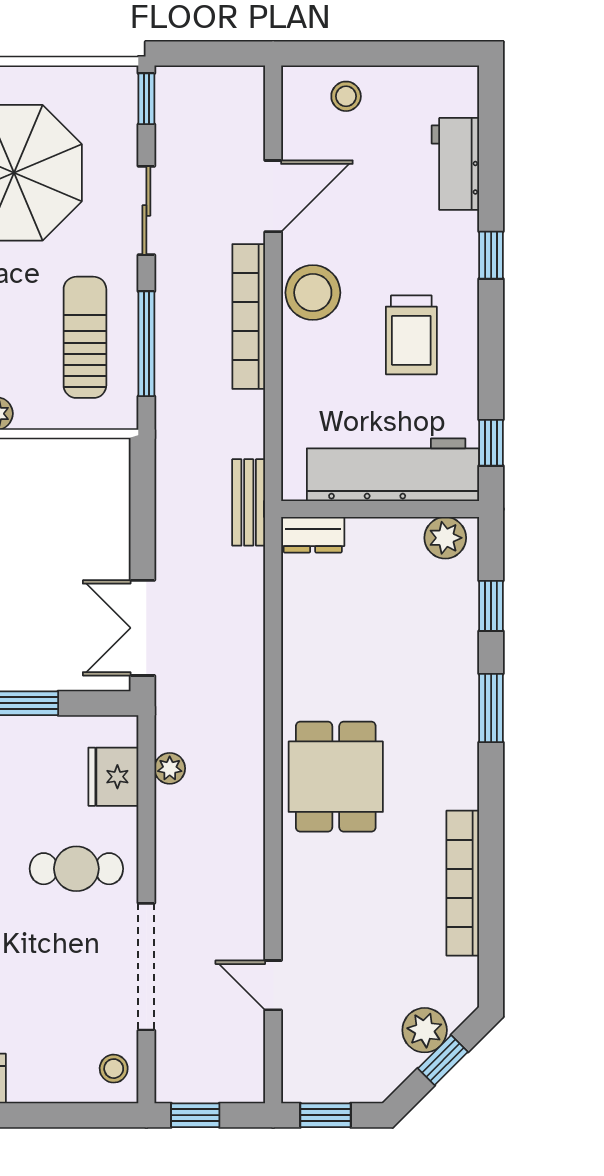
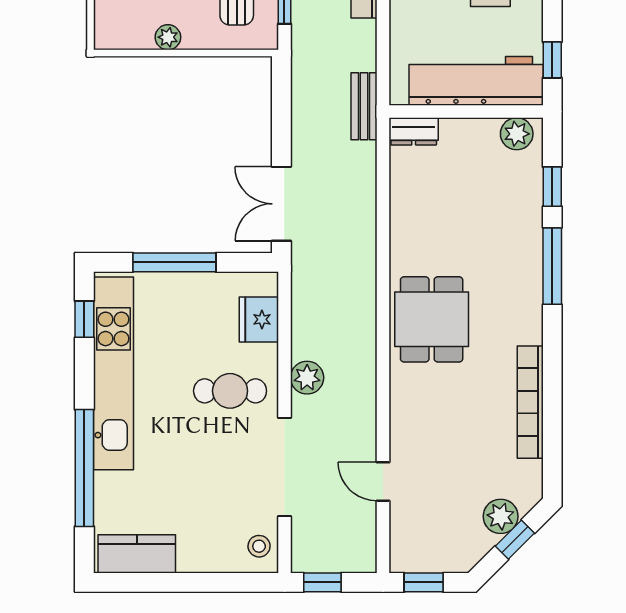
window: (491, 708) -> (552, 266), width x1.44
plant: (170, 768) -> (307, 378), moved, width x1.38, depth x1.38

